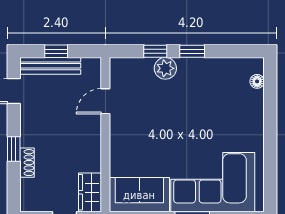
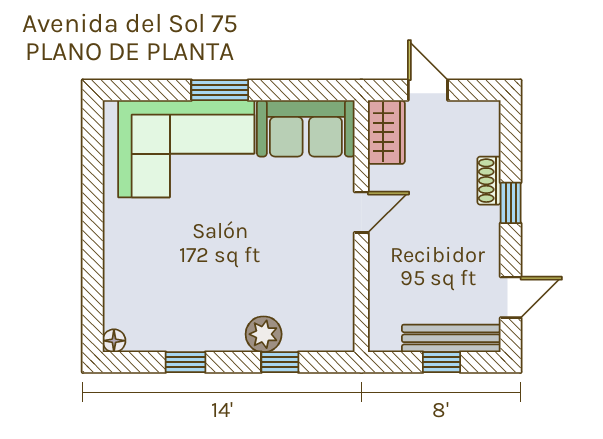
window: (192, 51) -> (186, 362), moved
floor lamp: (257, 81) -> (114, 341), moved
door: (105, 101) -> (361, 212), moved

